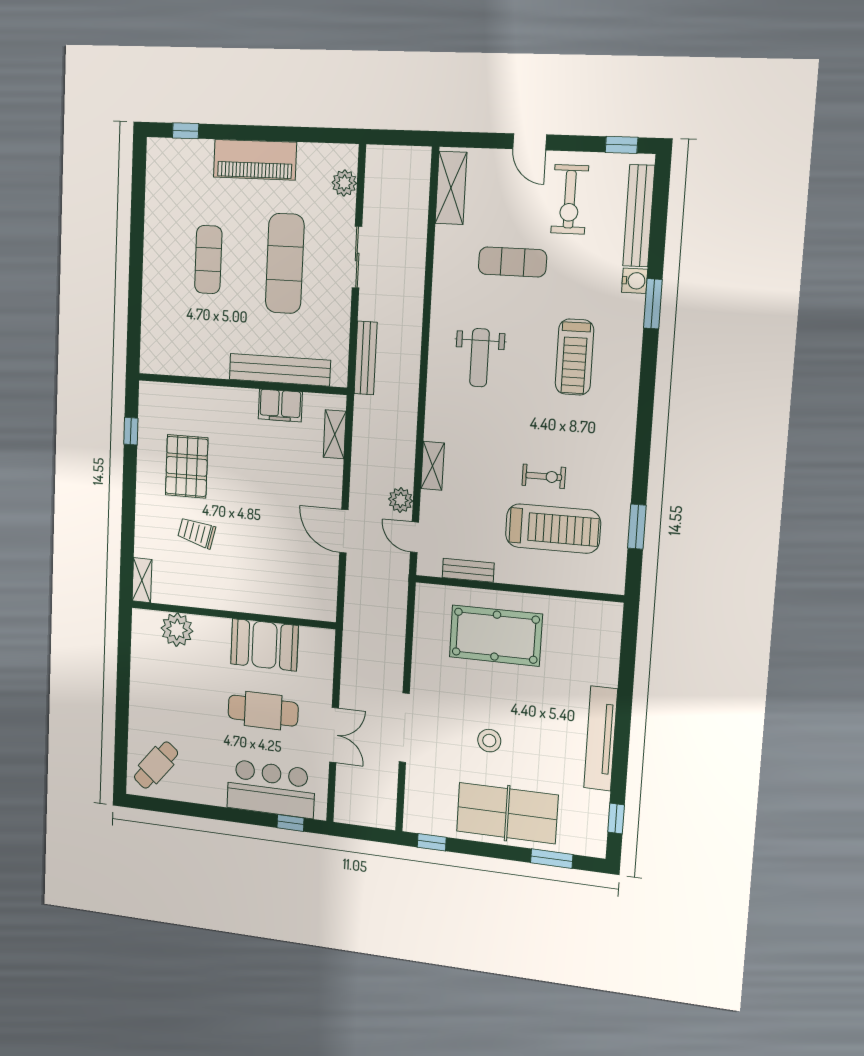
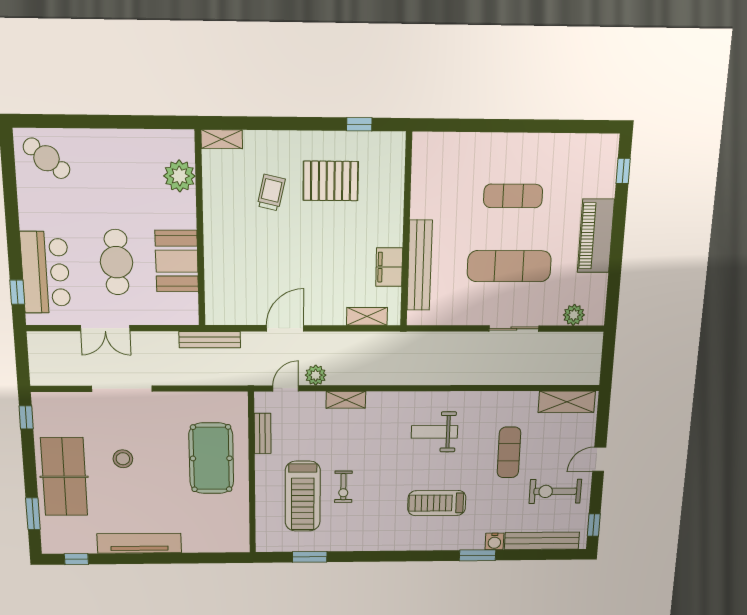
bench: (366, 358) -> (210, 340), moved

